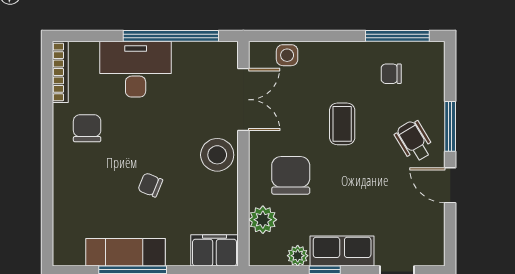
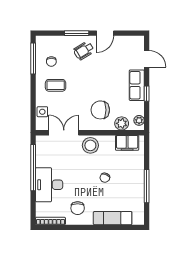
coffee table: (342, 124) -> (56, 85), moved
chair: (87, 128) -> (78, 208), turned -90
filing cabinet: (215, 250) -> (127, 143), moved, turned -90
exam couch: (126, 252) -> (113, 218), moved, turned 90
plant: (298, 256) -> (139, 120), moved

